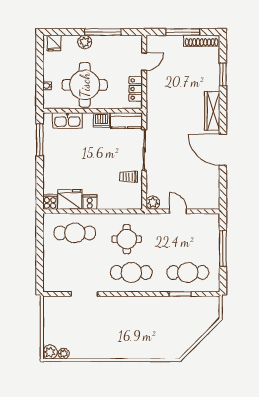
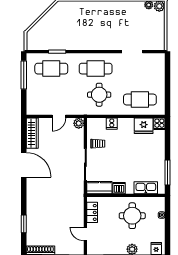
door: (144, 62) -> (85, 234), hinge flipped
round table: (85, 85) -> (132, 216), width x0.73, depth x0.73
wardrobe: (212, 111) -> (32, 133), moved
cooker: (90, 202) -> (112, 124), moved
door: (178, 211) -> (59, 116), hinge flipped
window: (223, 248) -> (24, 75), moved

